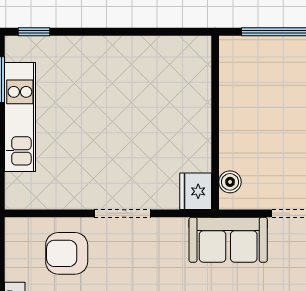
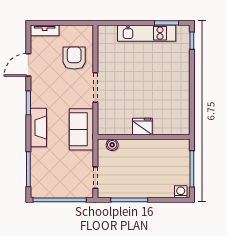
fridge: (196, 191) -> (142, 127), moved
sofa: (228, 240) -> (81, 129), moved

